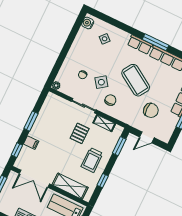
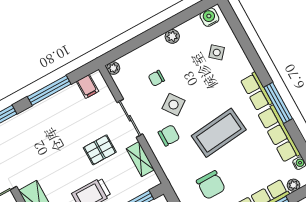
plant: (75, 47) -> (172, 36), added
coffee table: (136, 80) -> (219, 133), turned 52
window: (31, 121) -> (49, 90), width x1.44
filing cabinet: (31, 143) -> (87, 86), moved

